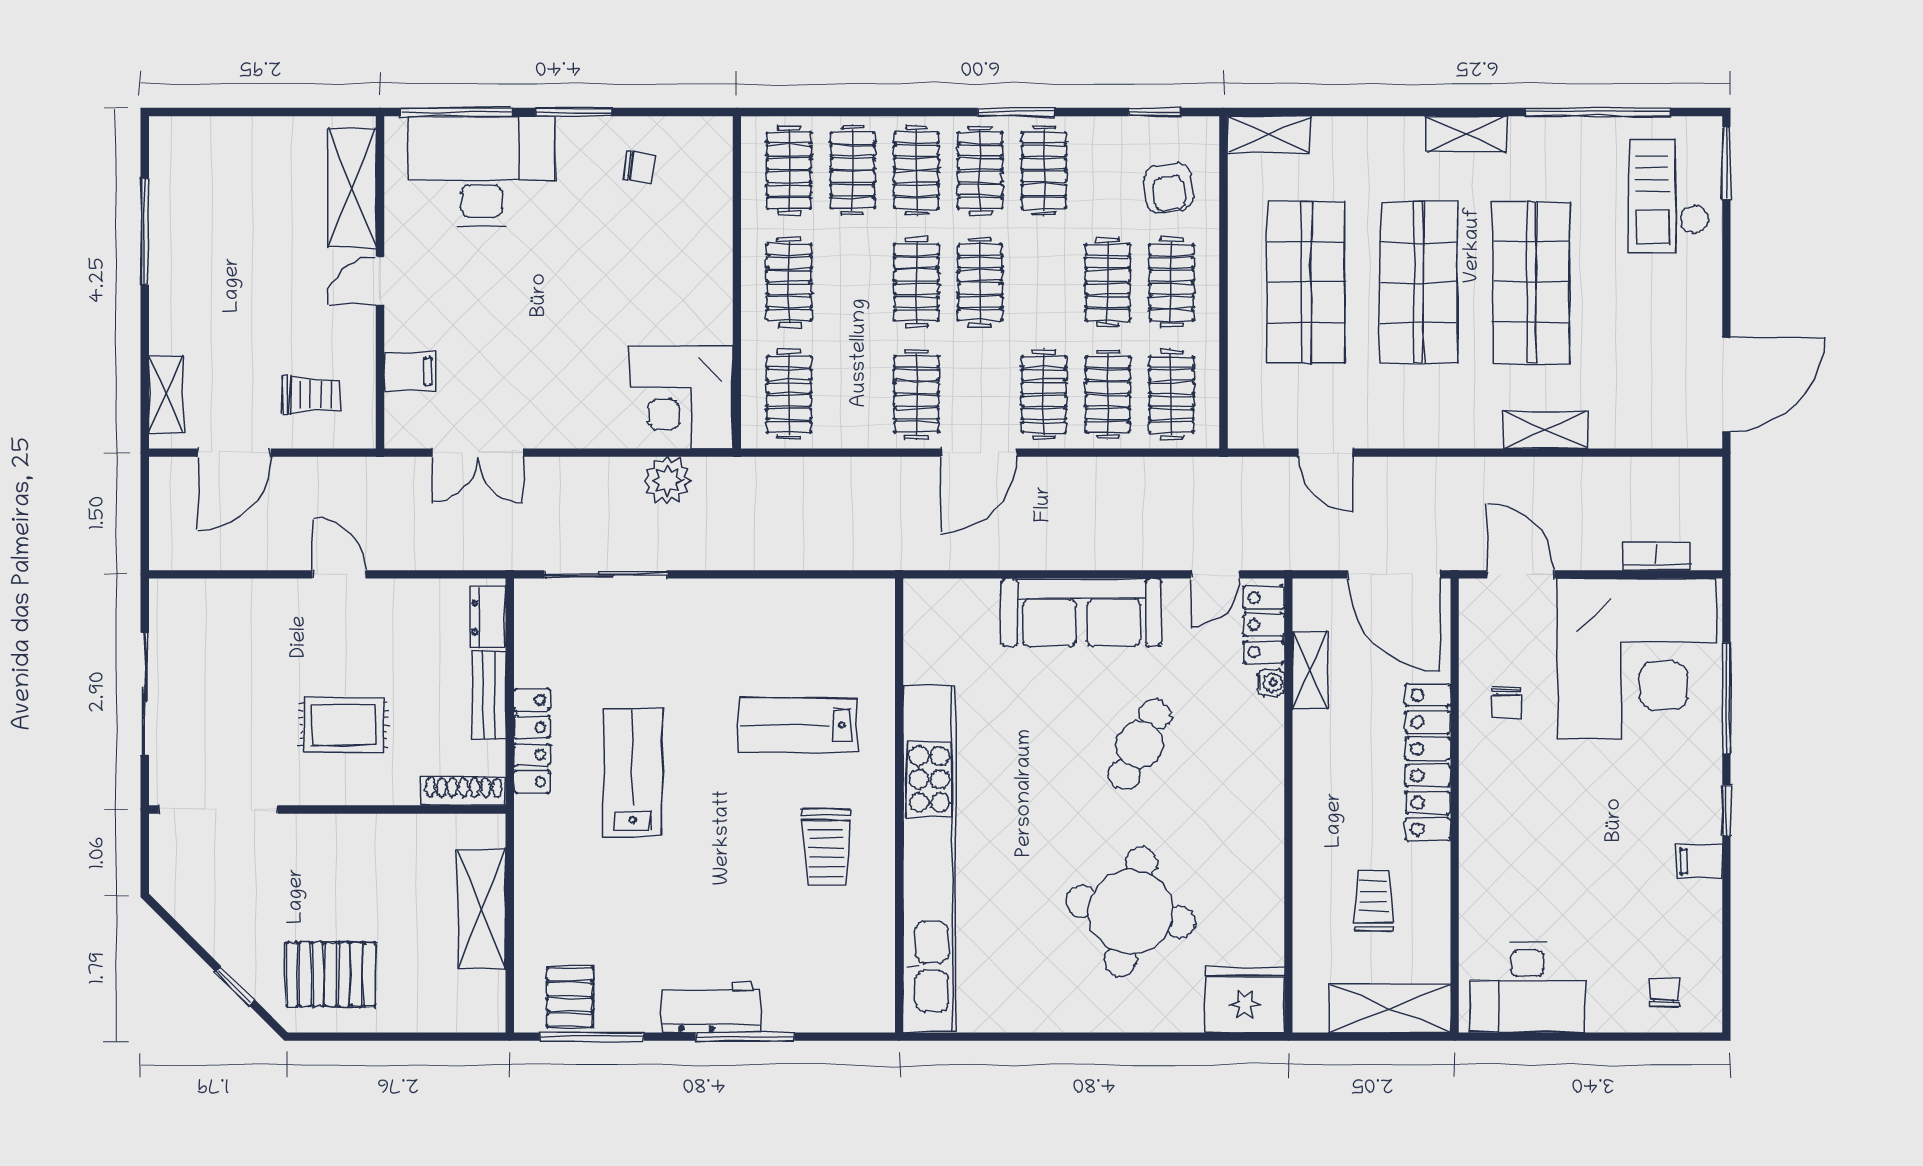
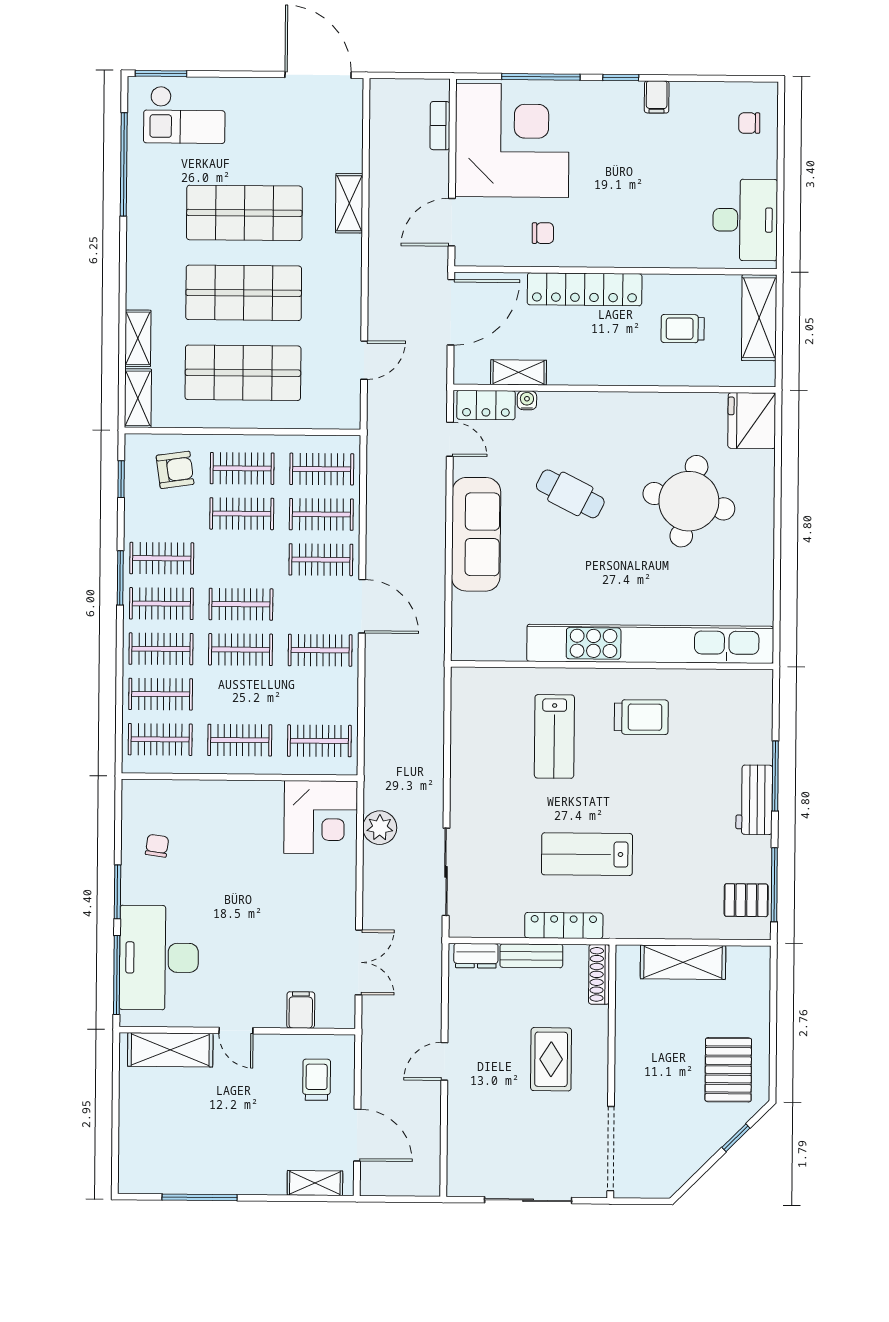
shelving: (1466, 134) -> (138, 338), moved

